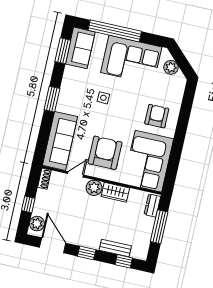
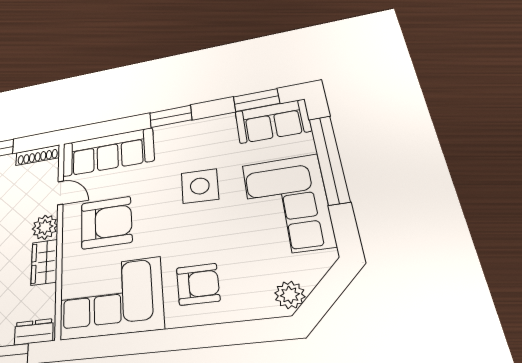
plant: (171, 67) -> (290, 295), moved
side table: (103, 98) -> (200, 186), width x1.87, depth x1.87
shoe rack: (44, 179) -> (38, 155), width x1.43

